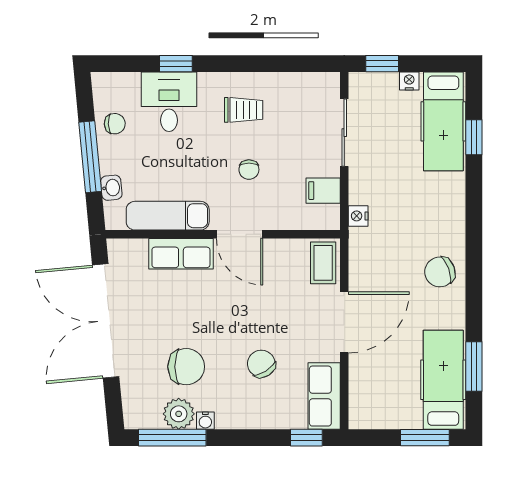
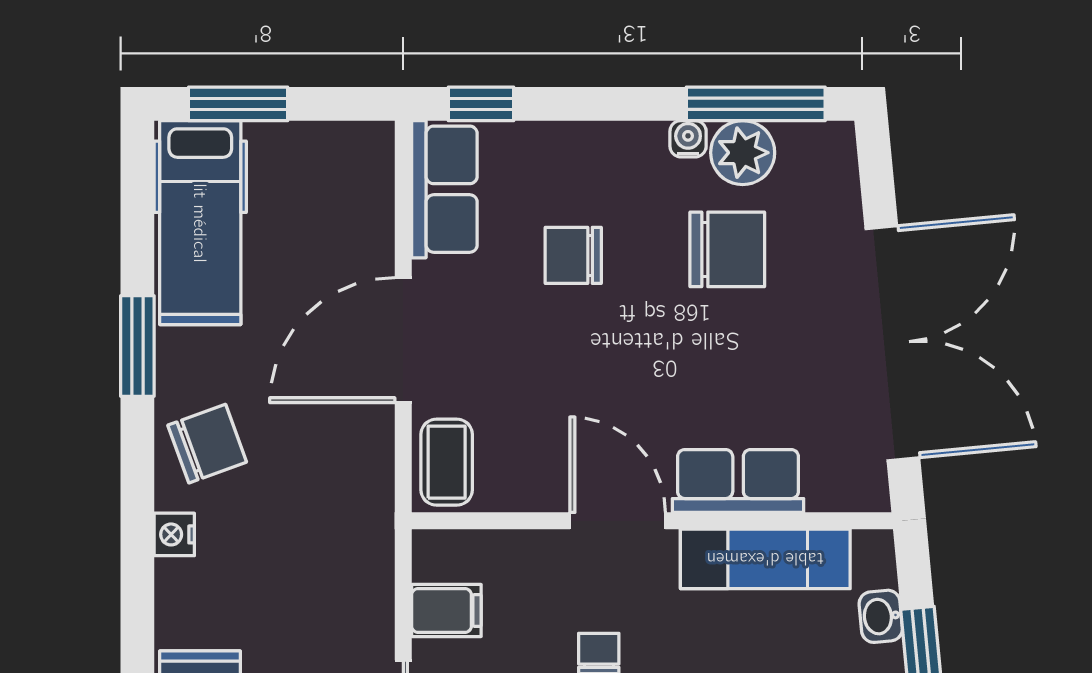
nightstand: (358, 216) -> (174, 534), moved, turned 180
chair: (261, 364) -> (573, 255), turned 122
chair: (186, 367) -> (727, 249), turned 180
window: (474, 367) -> (137, 346), moved

